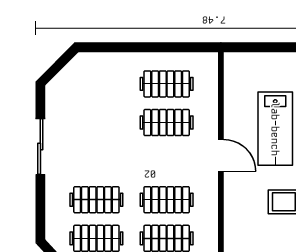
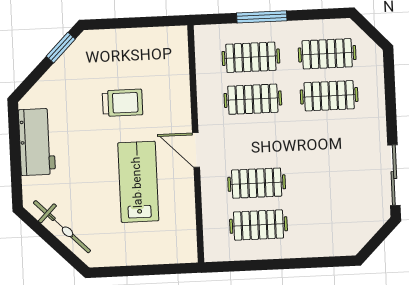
sliding door: (40, 146) -> (394, 175), moved

